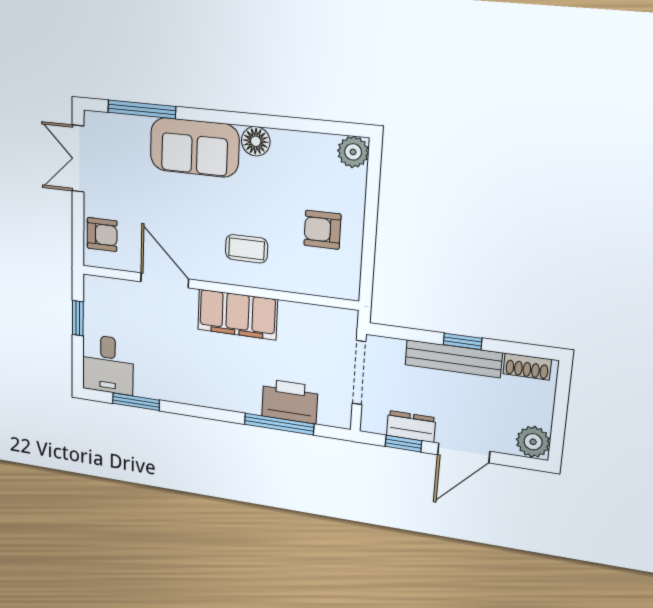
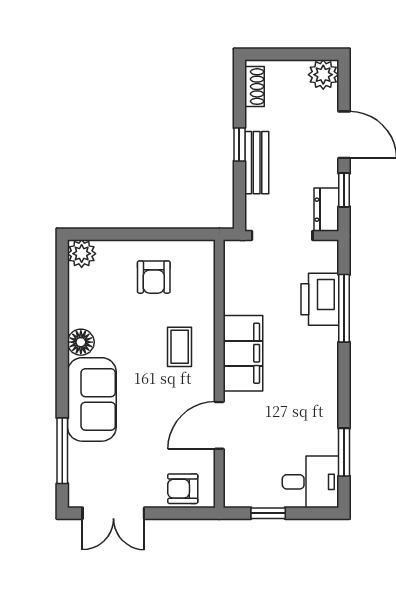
armchair: (102, 234) -> (183, 489), turned -90
bench: (453, 359) -> (257, 163), width x0.73
dresser: (411, 427) -> (326, 210), moved

